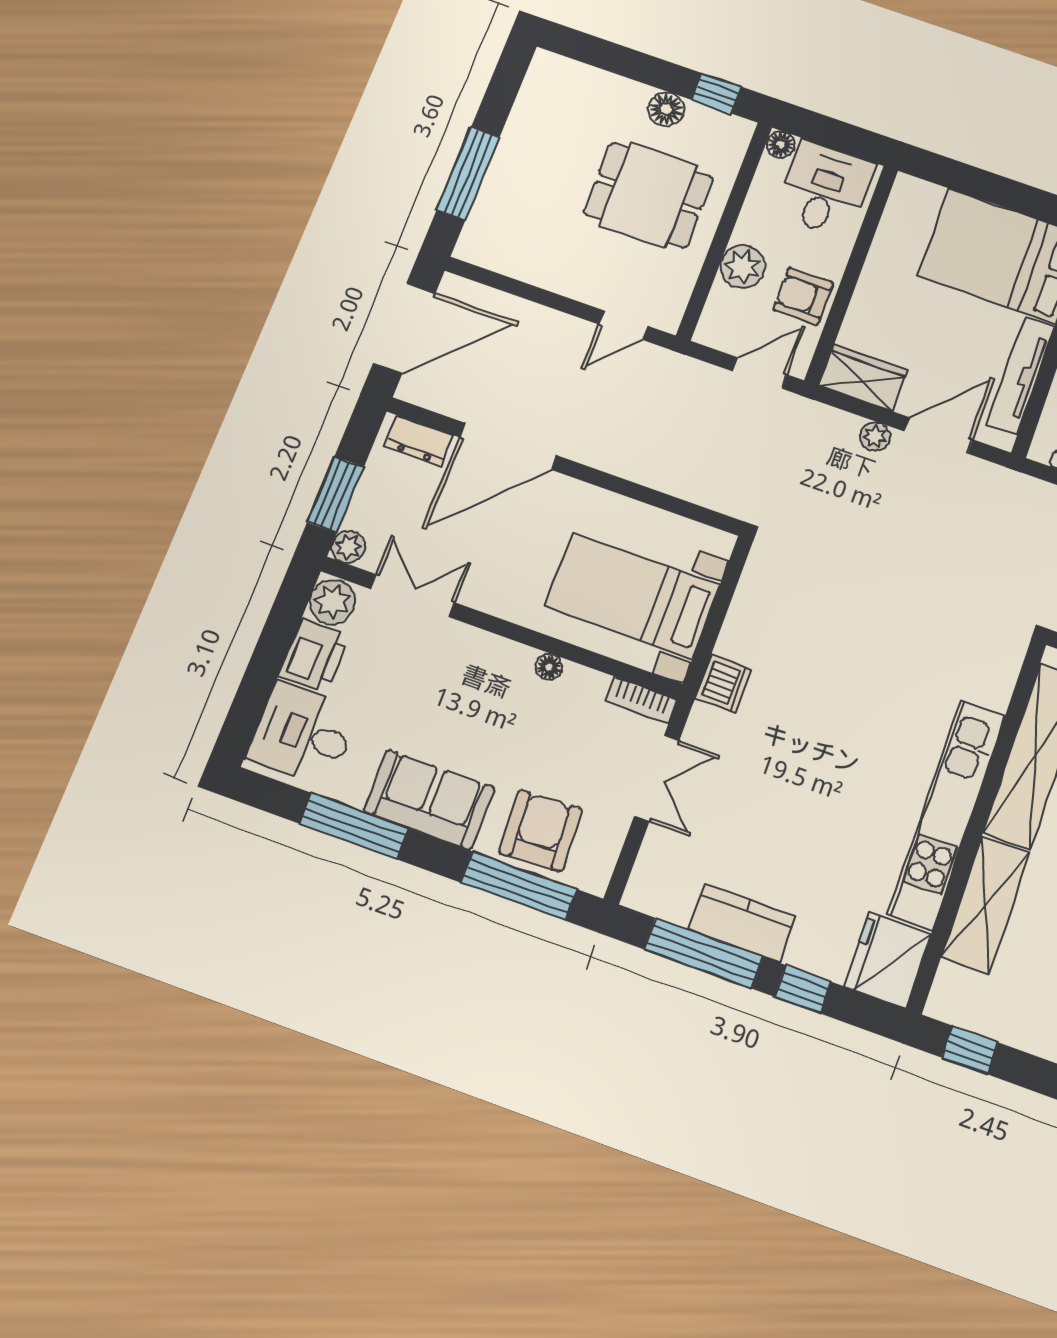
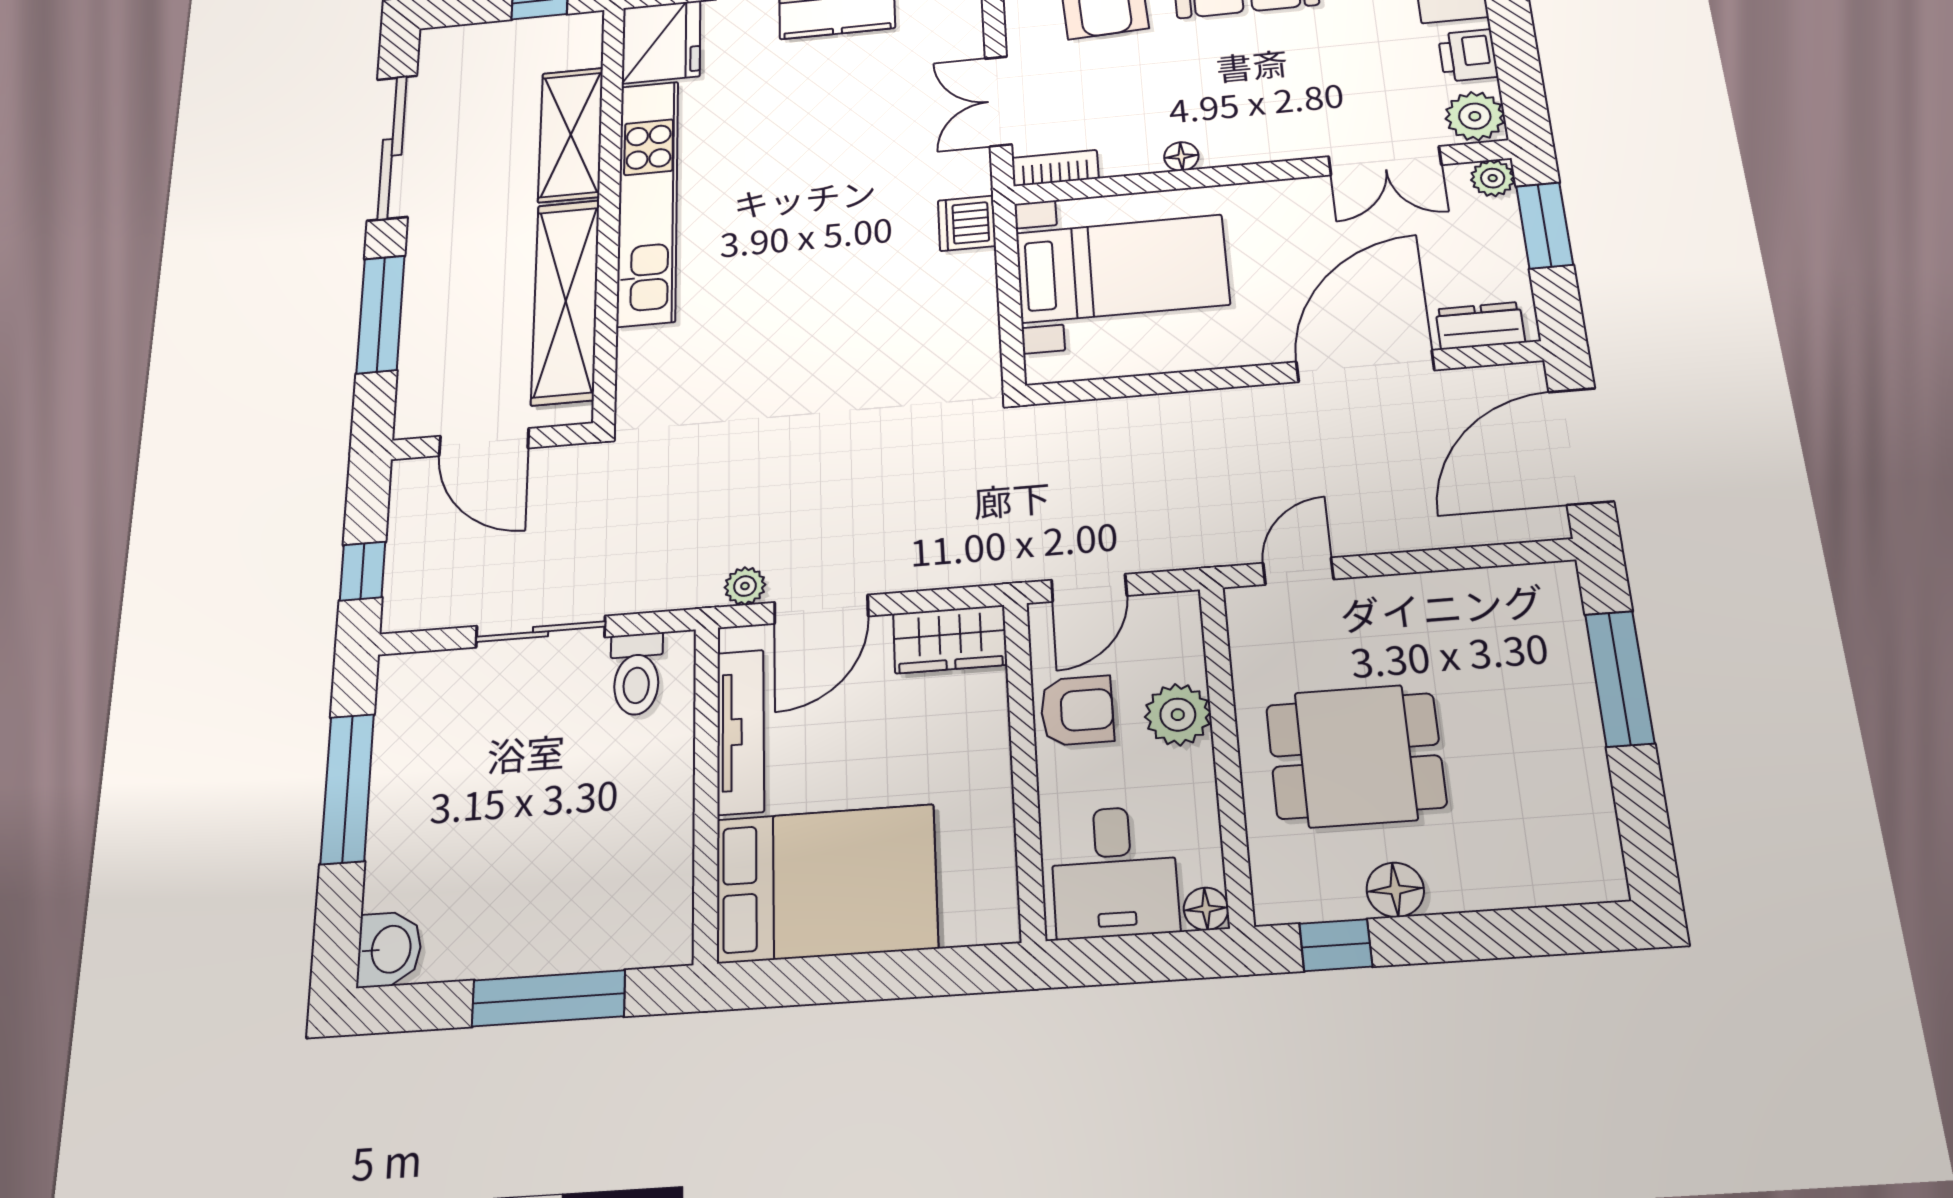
plant: (875, 436) -> (745, 586), moved
printer: (314, 656) -> (1468, 55), width x0.73, depth x0.81

